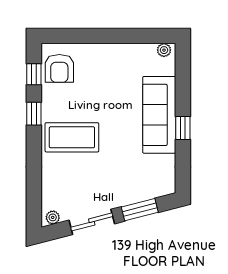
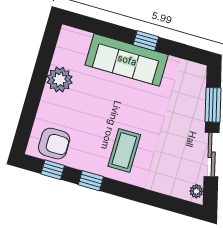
plant: (164, 50) -> (60, 80), moved, width x1.88, depth x1.88
coffee table: (72, 137) -> (124, 150), width x0.73, depth x0.76

